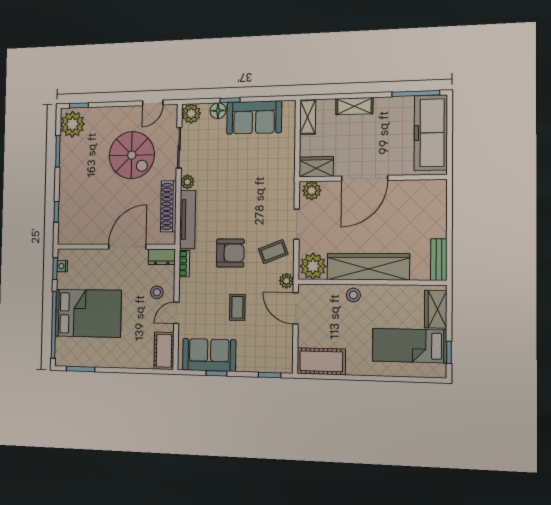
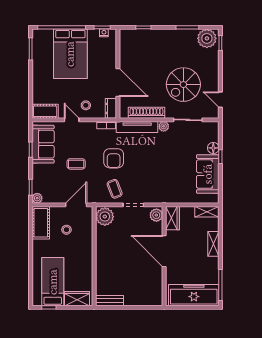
plant: (191, 114) -> (212, 128), removed
wardrobe: (368, 267) -> (105, 254), removed
plant: (286, 281) -> (37, 198), moved
stool: (353, 295) -> (66, 230), moved

